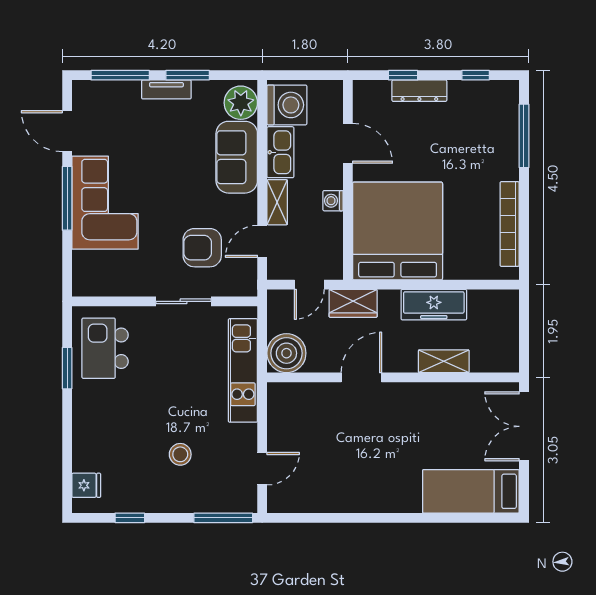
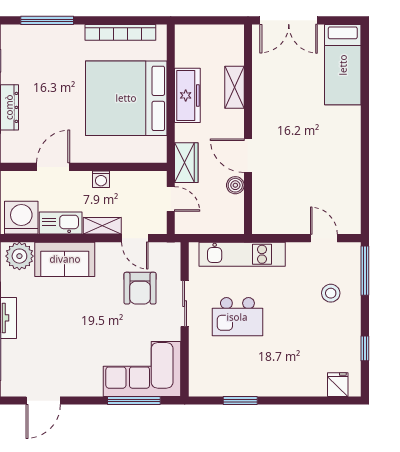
window: (67, 198) -> (134, 401), moved
corner sofa: (105, 203) -> (142, 369), moved
bed: (398, 231) -> (126, 98), moved
kitchen island: (105, 348) -> (237, 317), moved
boiler: (286, 353) -> (235, 185), moved, width x0.54, depth x0.54
stool: (180, 454) -> (331, 293), moved

